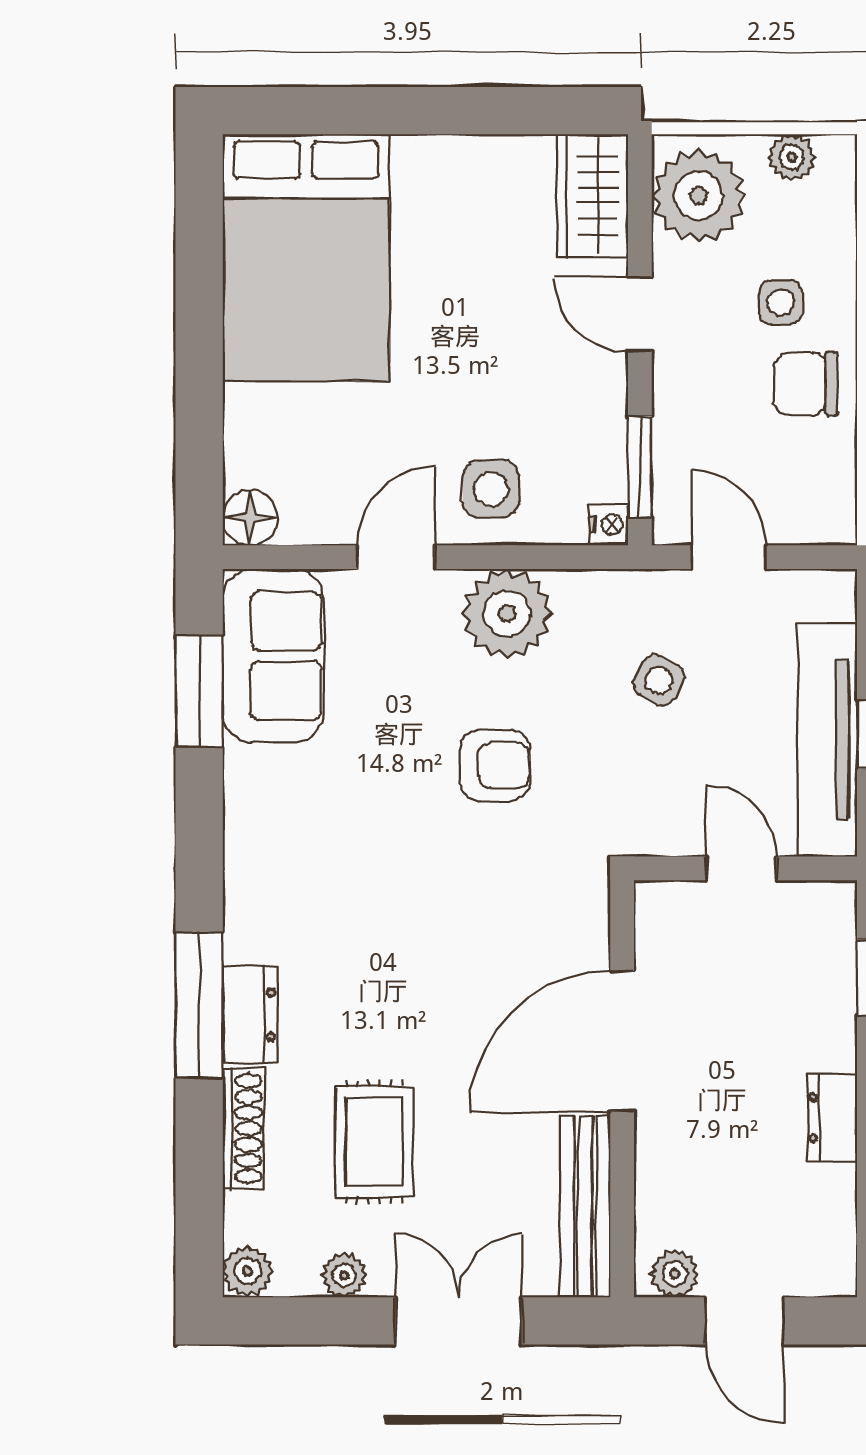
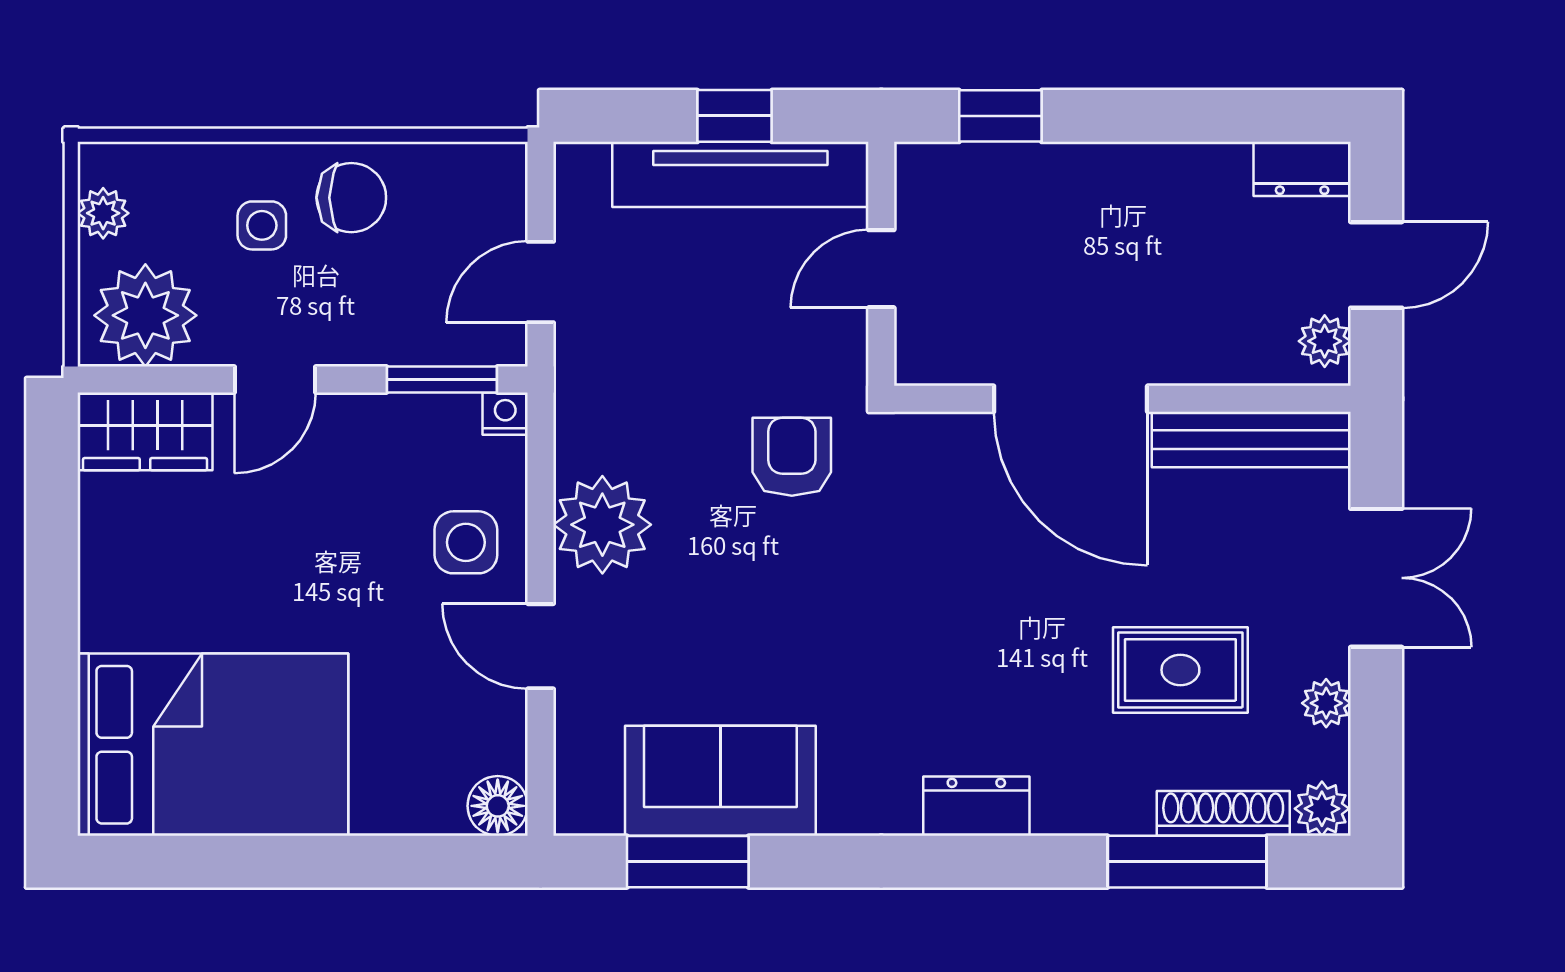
chair: (806, 384) -> (351, 198), turned -90
sofa: (273, 656) -> (720, 781), moved
side table: (659, 680) -> (675, 359), removed
armchair: (495, 766) -> (792, 457), moved
window: (199, 1005) -> (1187, 862), moved
dresser: (250, 1015) -> (976, 806), moved
dresser: (832, 1118) -> (1302, 169), moved
shoe rack: (243, 1129) -> (1223, 813), moved
double door: (459, 1321) -> (1376, 578), swing flipped

